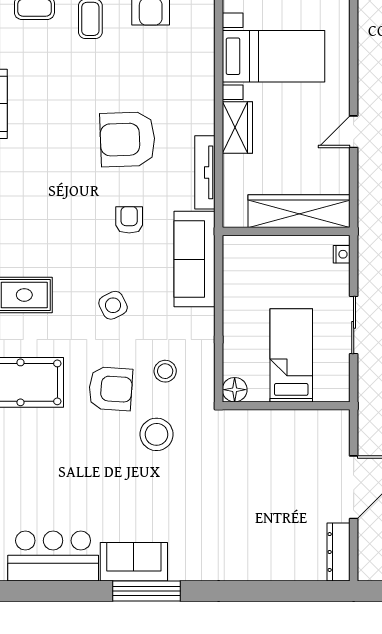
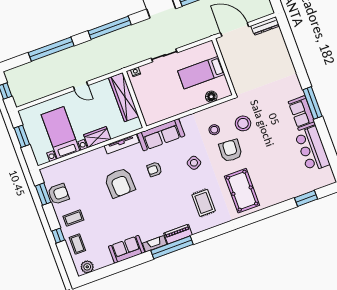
bed: (291, 355) -> (201, 73), moved
wall: (286, 406) -> (224, 67), moved

